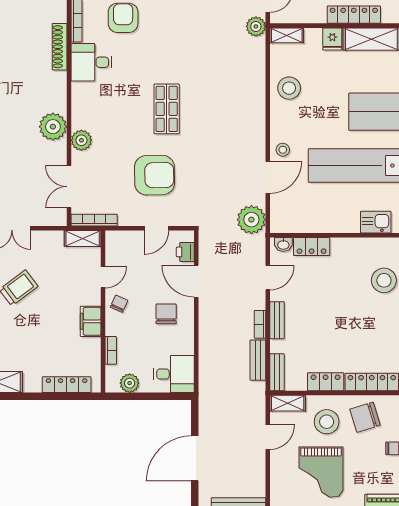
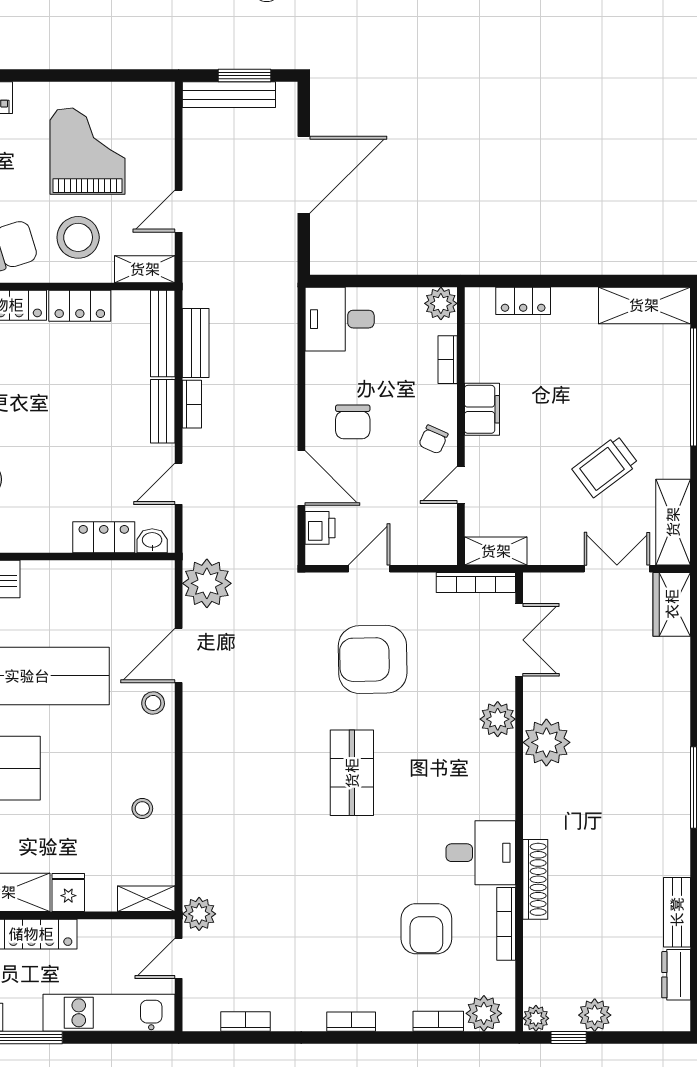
stool: (289, 88) -> (142, 808), width x0.53, depth x0.53
bench: (277, 372) -> (163, 334), width x1.36
plant: (130, 383) -> (441, 303), moved
locker: (67, 385) -> (523, 301), width x0.66

